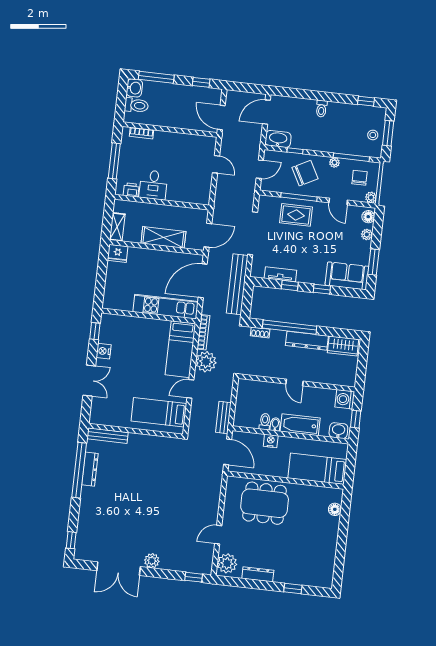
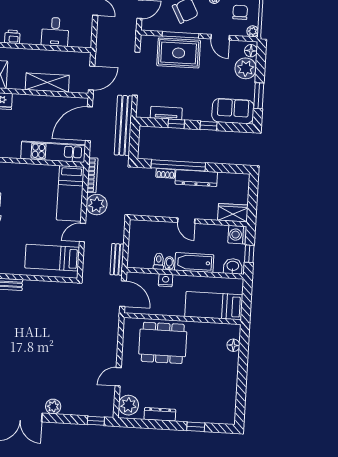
desk: (153, 185) -> (55, 32), moved
rug: (296, 215) -> (179, 53), width x1.36, depth x1.43
plant: (367, 235) -> (246, 68), width x1.88, depth x1.88
shoe rack: (260, 332) -> (165, 173), moved
wardrobe: (343, 346) -> (233, 213), moved, turned 180

